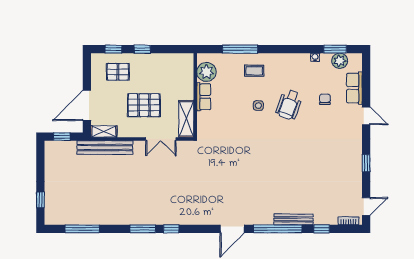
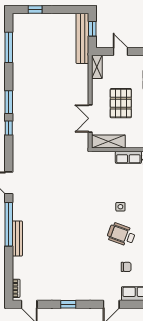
door: (87, 106) -> (120, 52), width x0.53
bench: (105, 148) -> (82, 38), moved
window: (322, 229) -> (9, 264), removed

